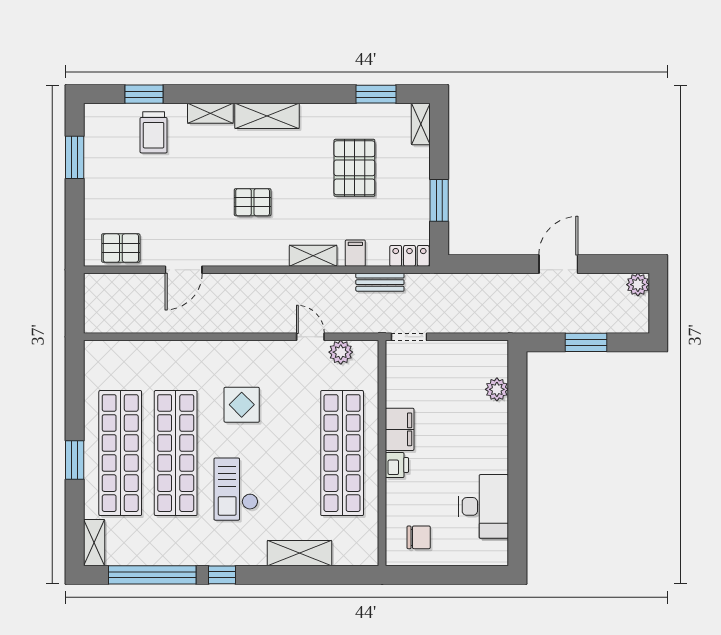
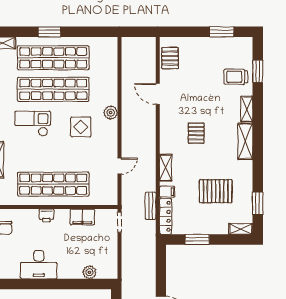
locker: (409, 256) -> (166, 216), width x1.53
plant: (341, 352) -> (111, 113), moved
filing cabinet: (400, 429) -> (82, 217), moved
desk: (483, 506) -> (39, 265), moved

